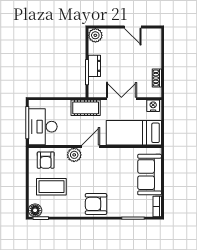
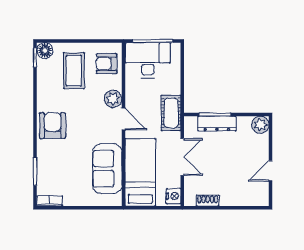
dresser: (94, 66) -> (217, 124), width x1.44
sofa: (150, 175) -> (107, 169), moved, turned -90

